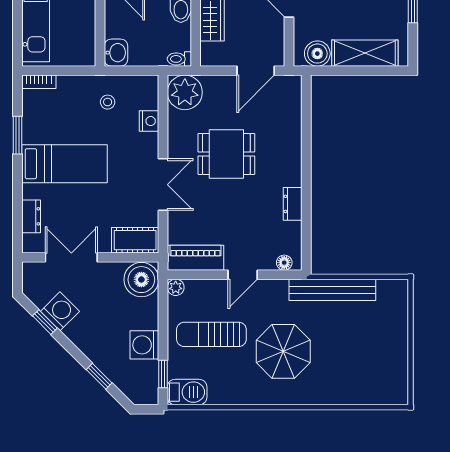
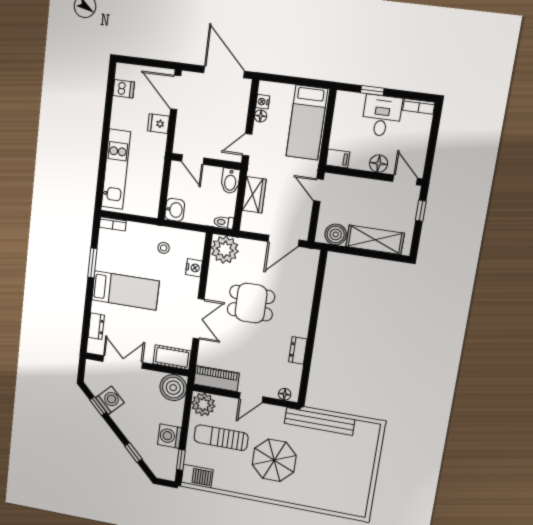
plant: (176, 287) -> (203, 404), width x1.88, depth x1.88

